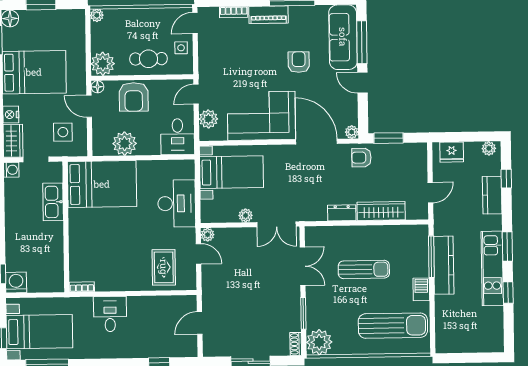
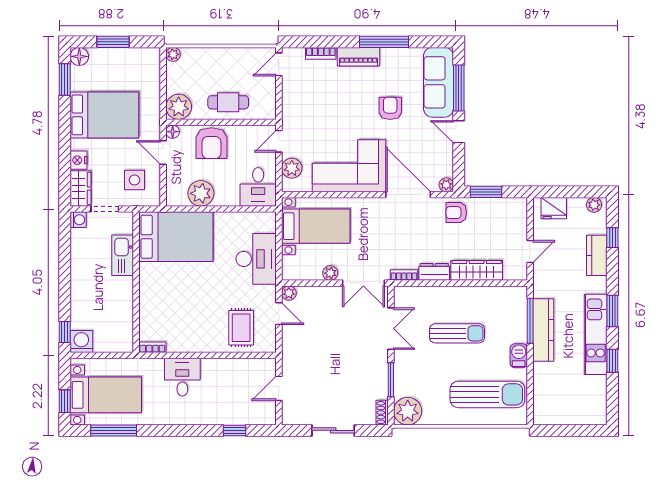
side table: (181, 48) -> (263, 91), removed
bookcase: (314, 216) -> (404, 275), added

